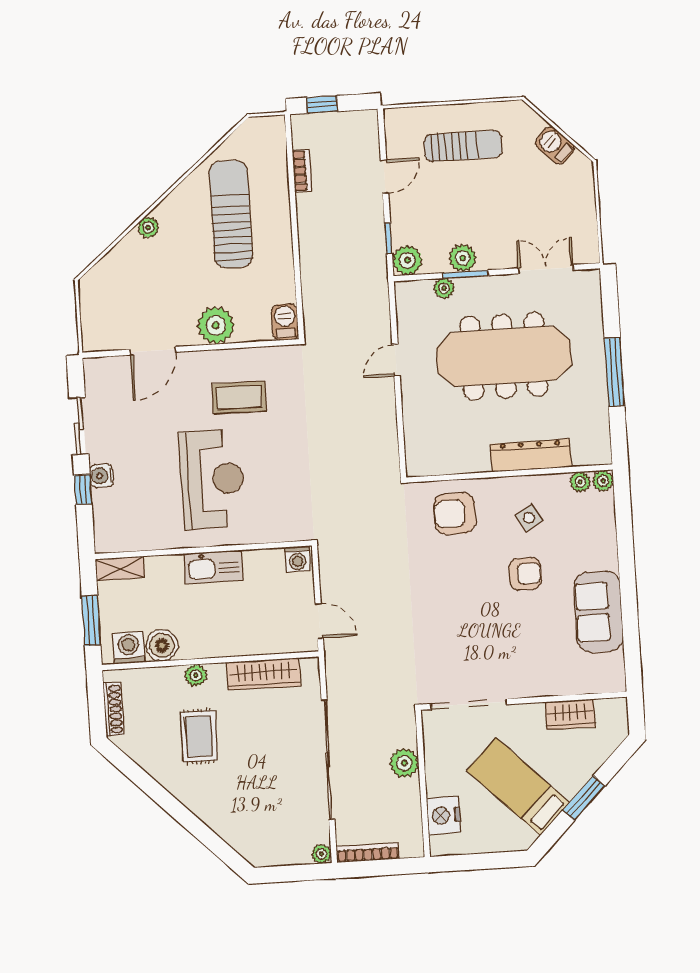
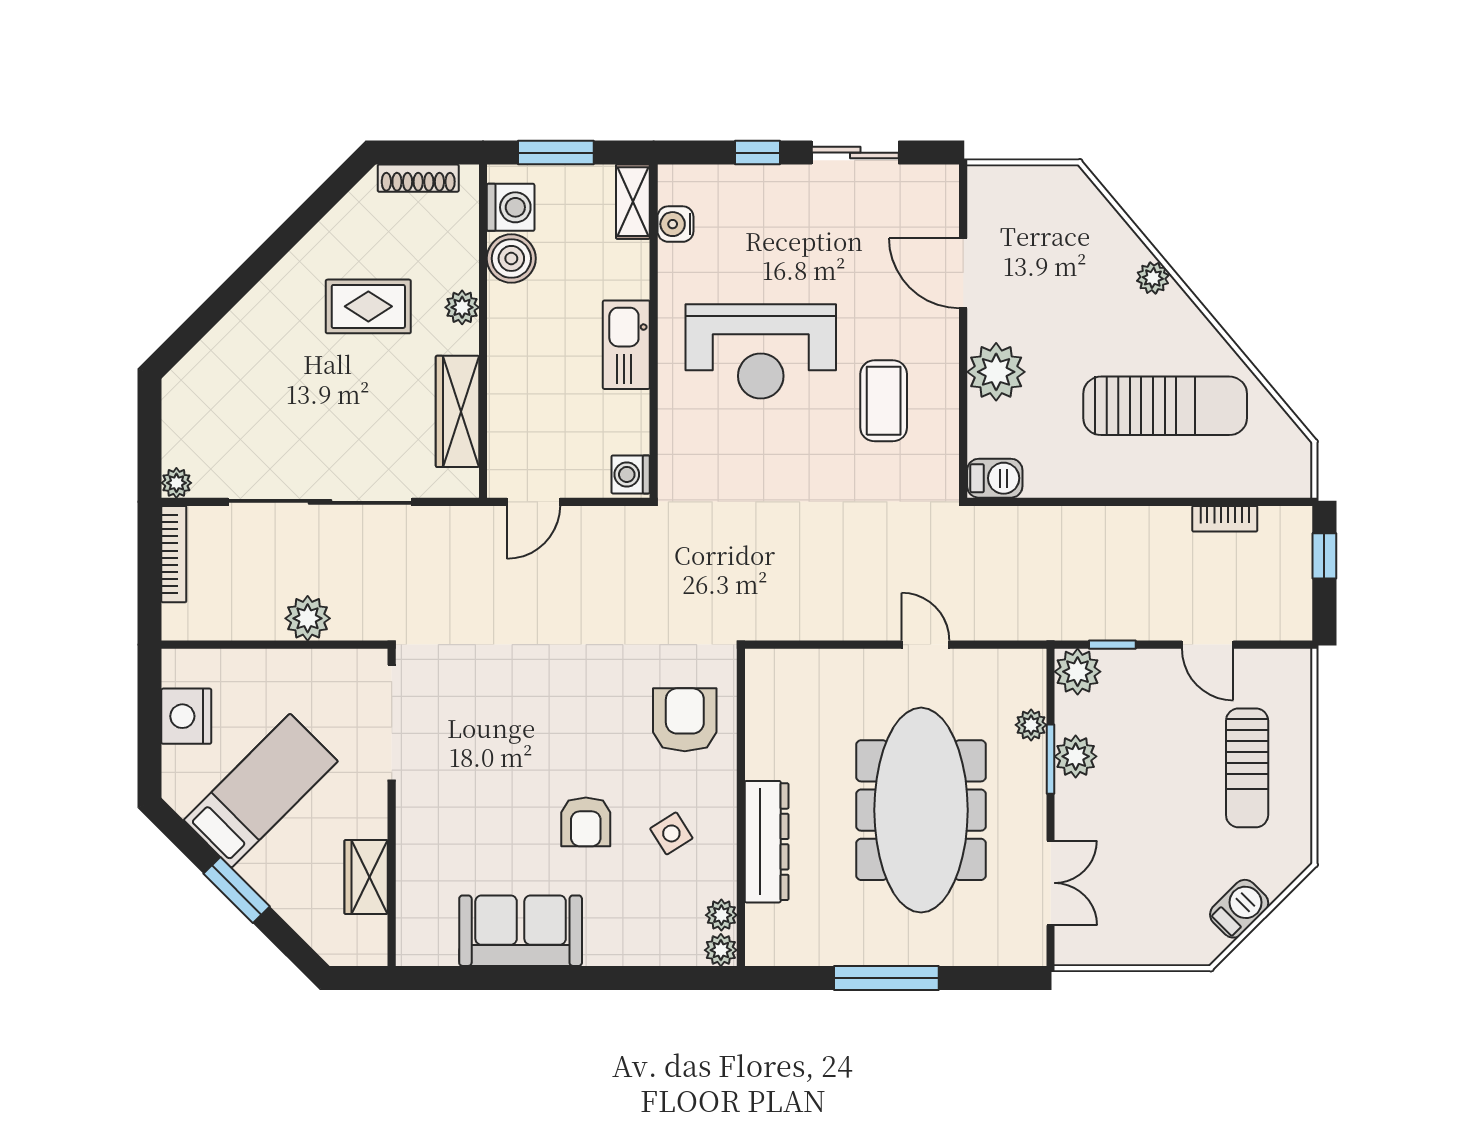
water cooler: (101, 476) -> (675, 224), moved, turned -90
nightstand: (444, 815) -> (186, 716), moved, turned -90

